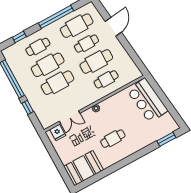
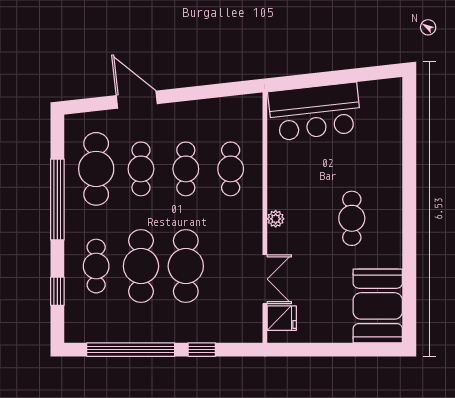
cafe table: (96, 61) -> (186, 169), width x0.73, depth x0.74
window: (166, 139) -> (409, 116), removed

